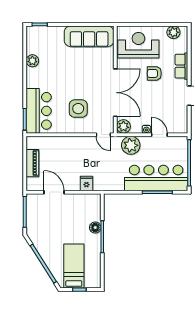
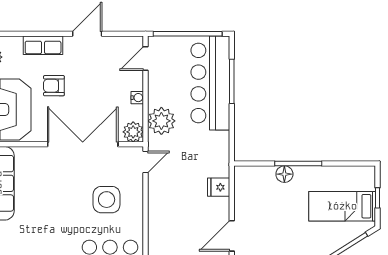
armchair: (154, 73) -> (54, 86), turned 90
door: (159, 135) -> (146, 58), moved

